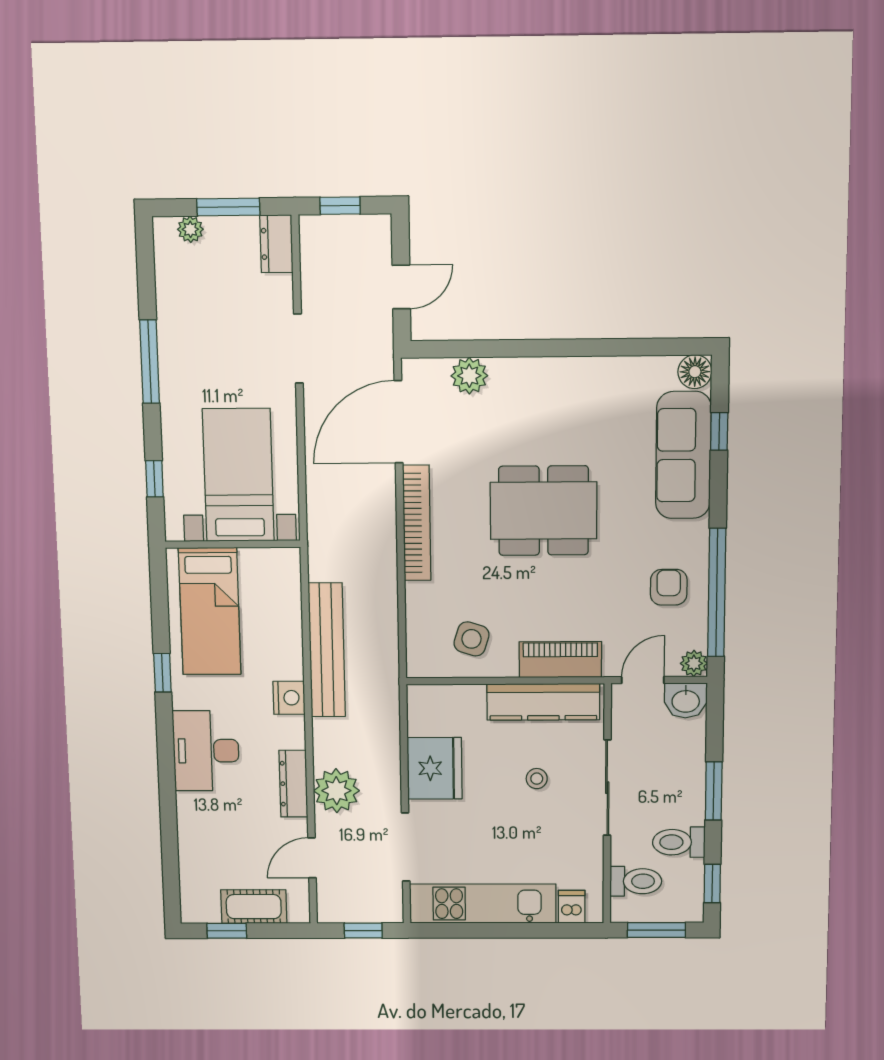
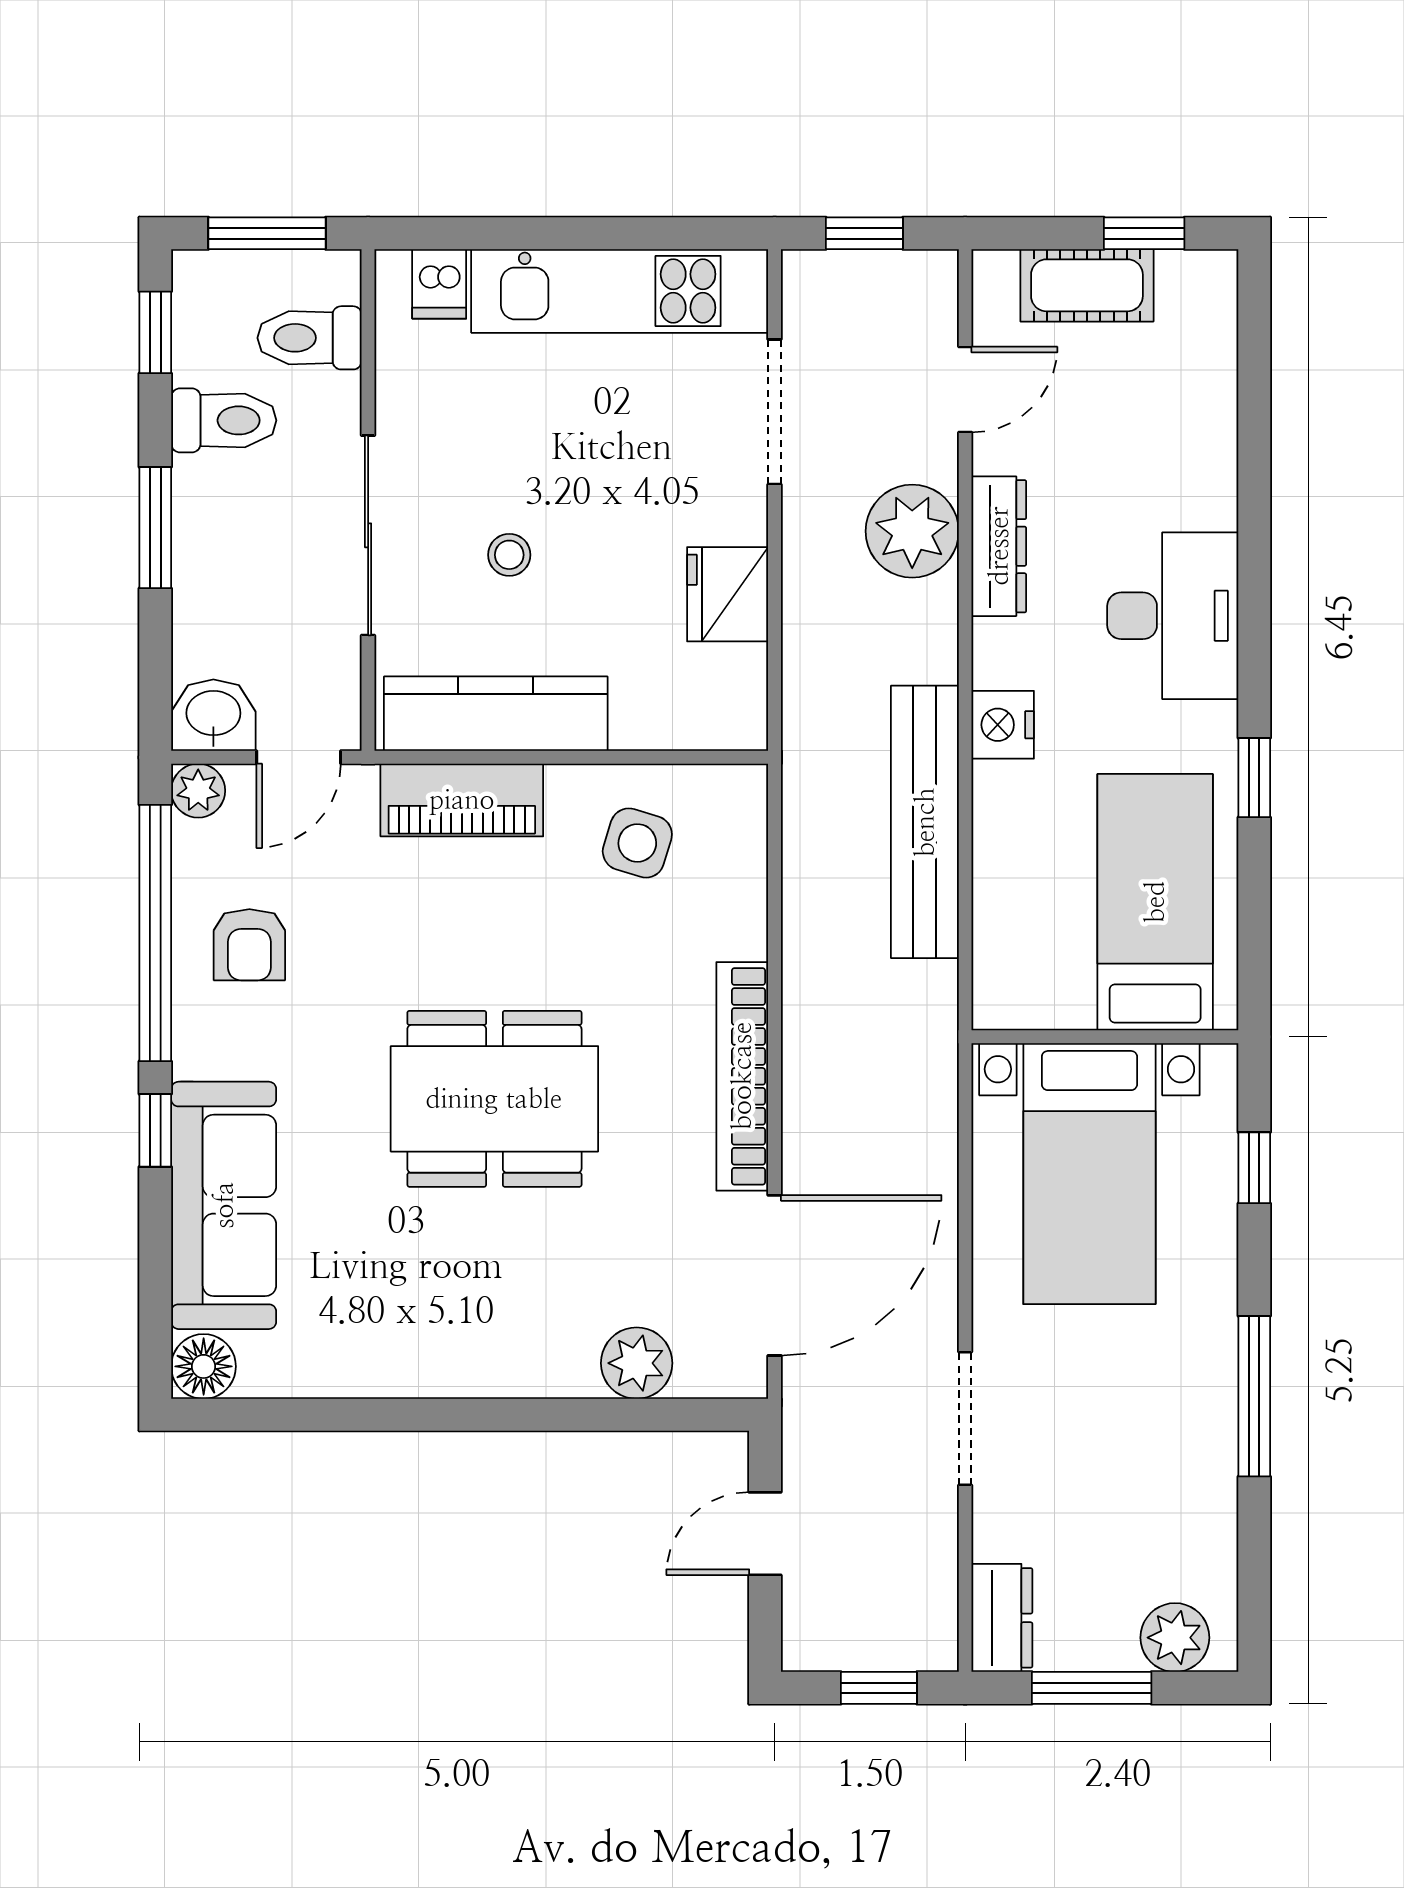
plant: (190, 229) -> (1175, 1638), width x1.38, depth x1.38
window: (719, 431) -> (155, 1130), moved
fridge: (435, 768) -> (728, 594), width x0.73, depth x0.75

